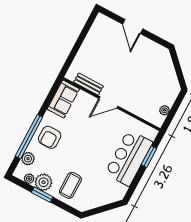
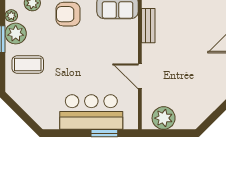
door: (108, 102) -> (140, 76), moved
plant: (164, 110) -> (164, 118), width x1.88, depth x1.88

